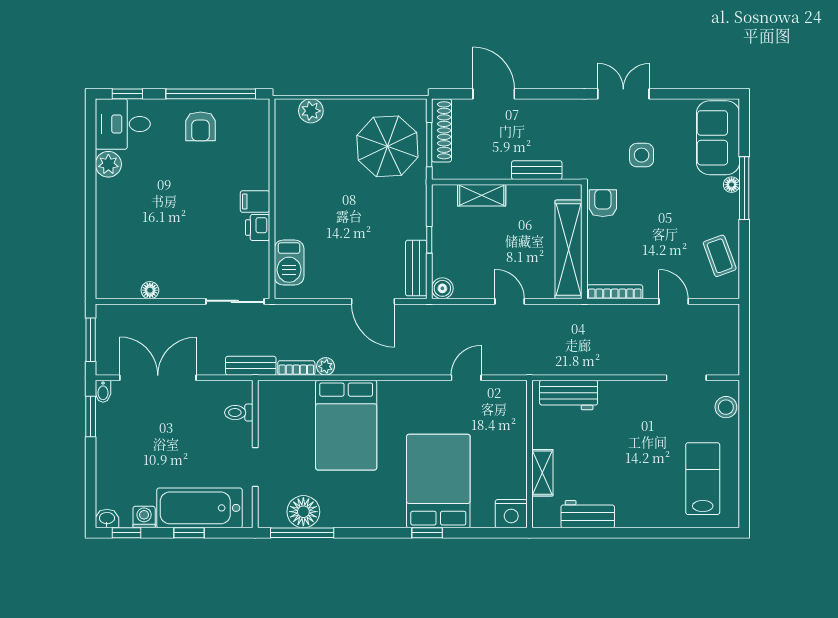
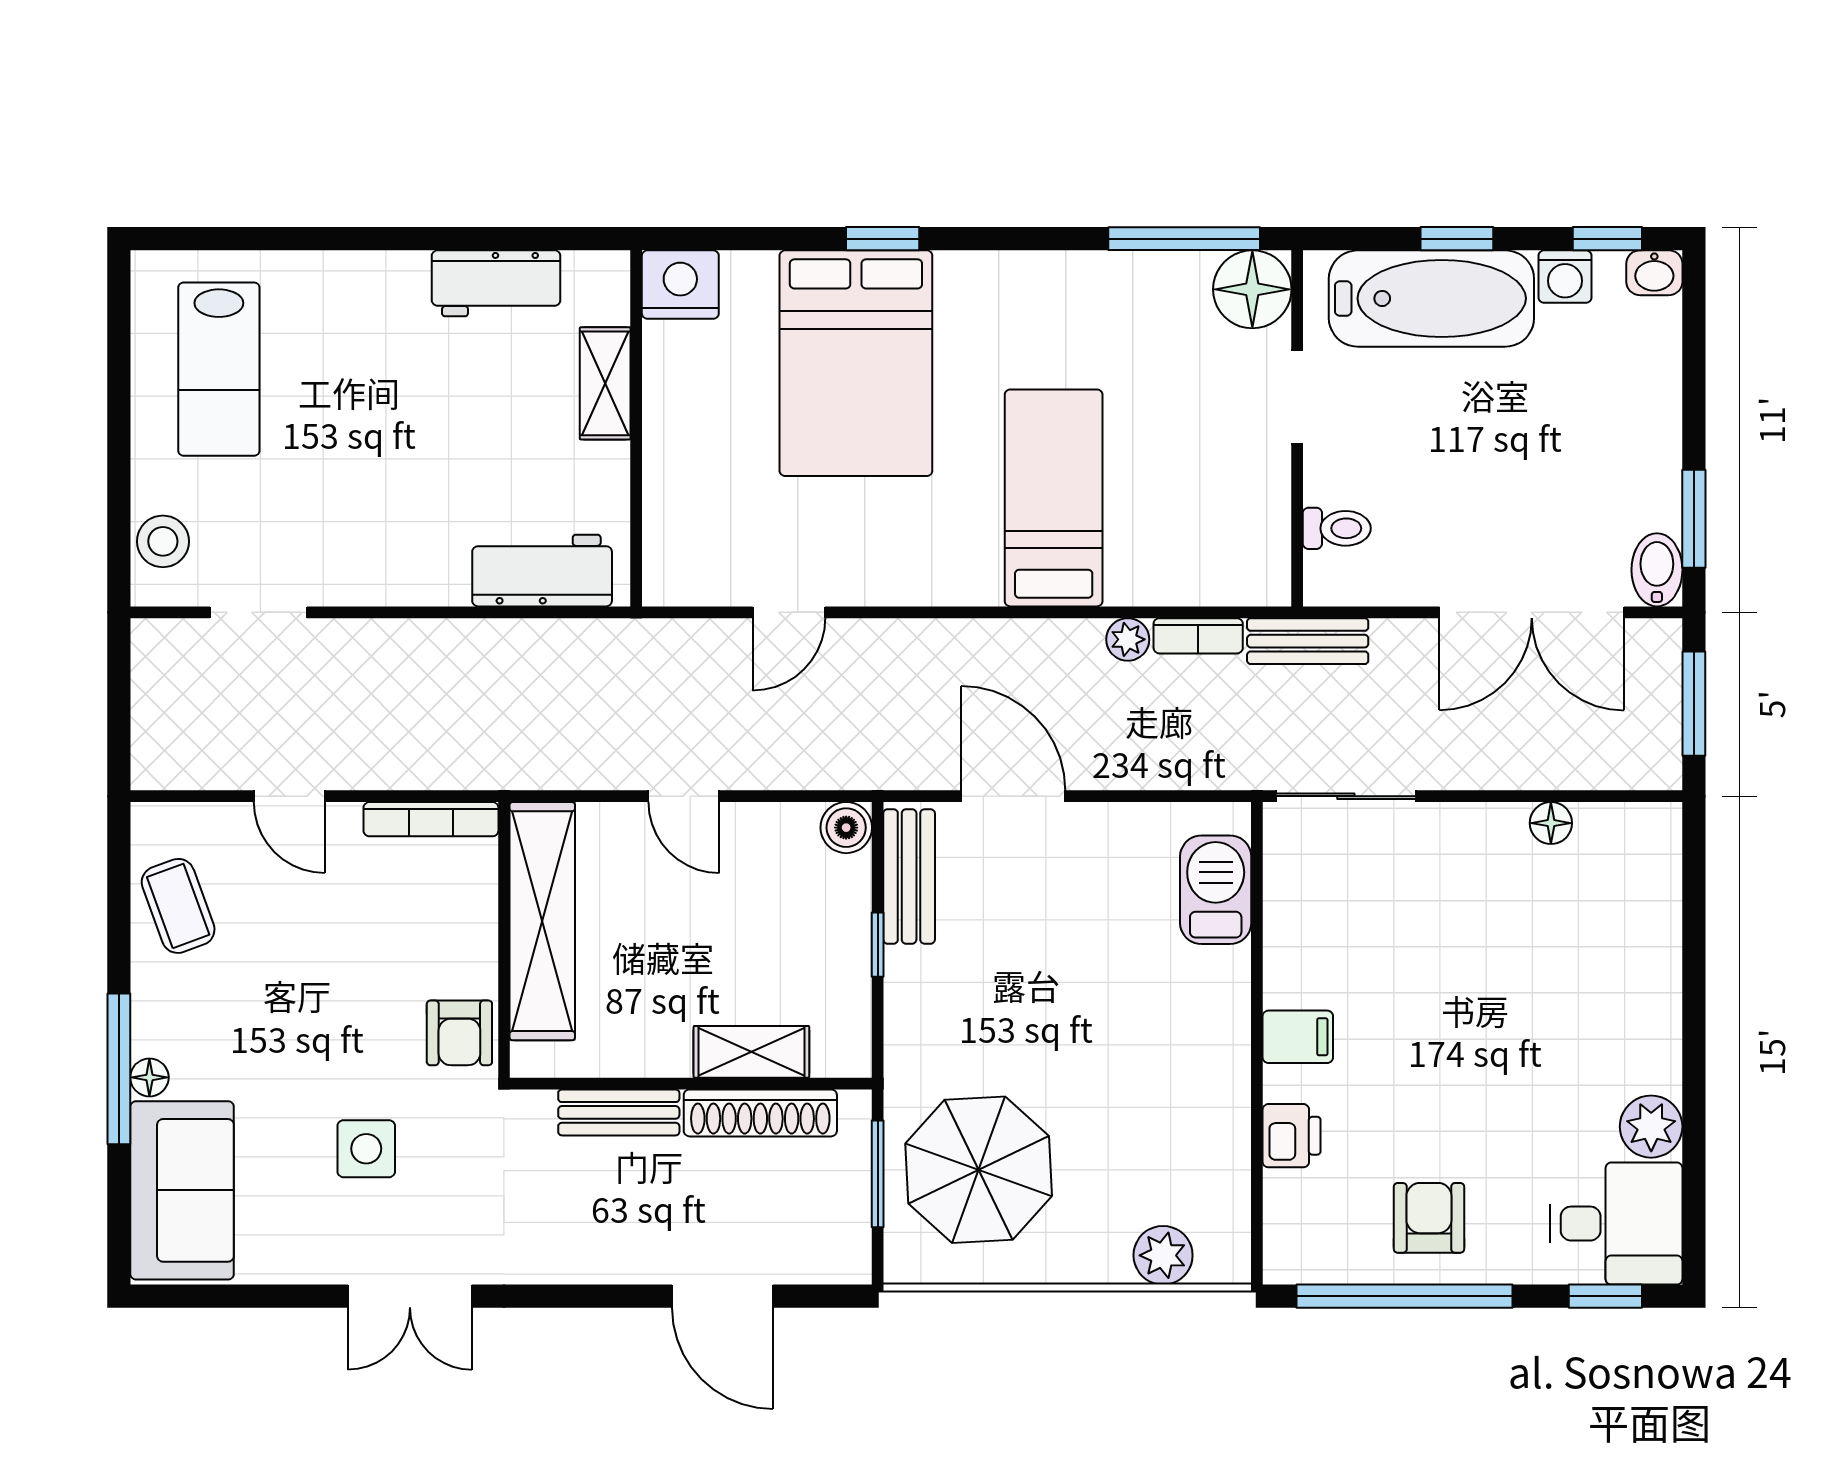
shoe rack: (442, 130) -> (760, 1113), moved, turned -90
printer: (258, 228) -> (1292, 1136), moved
bidet: (103, 391) -> (1657, 570), width x1.38, depth x1.36
bed: (346, 425) -> (1054, 498), width x0.67
floor lamp: (303, 512) -> (1252, 289), moved

